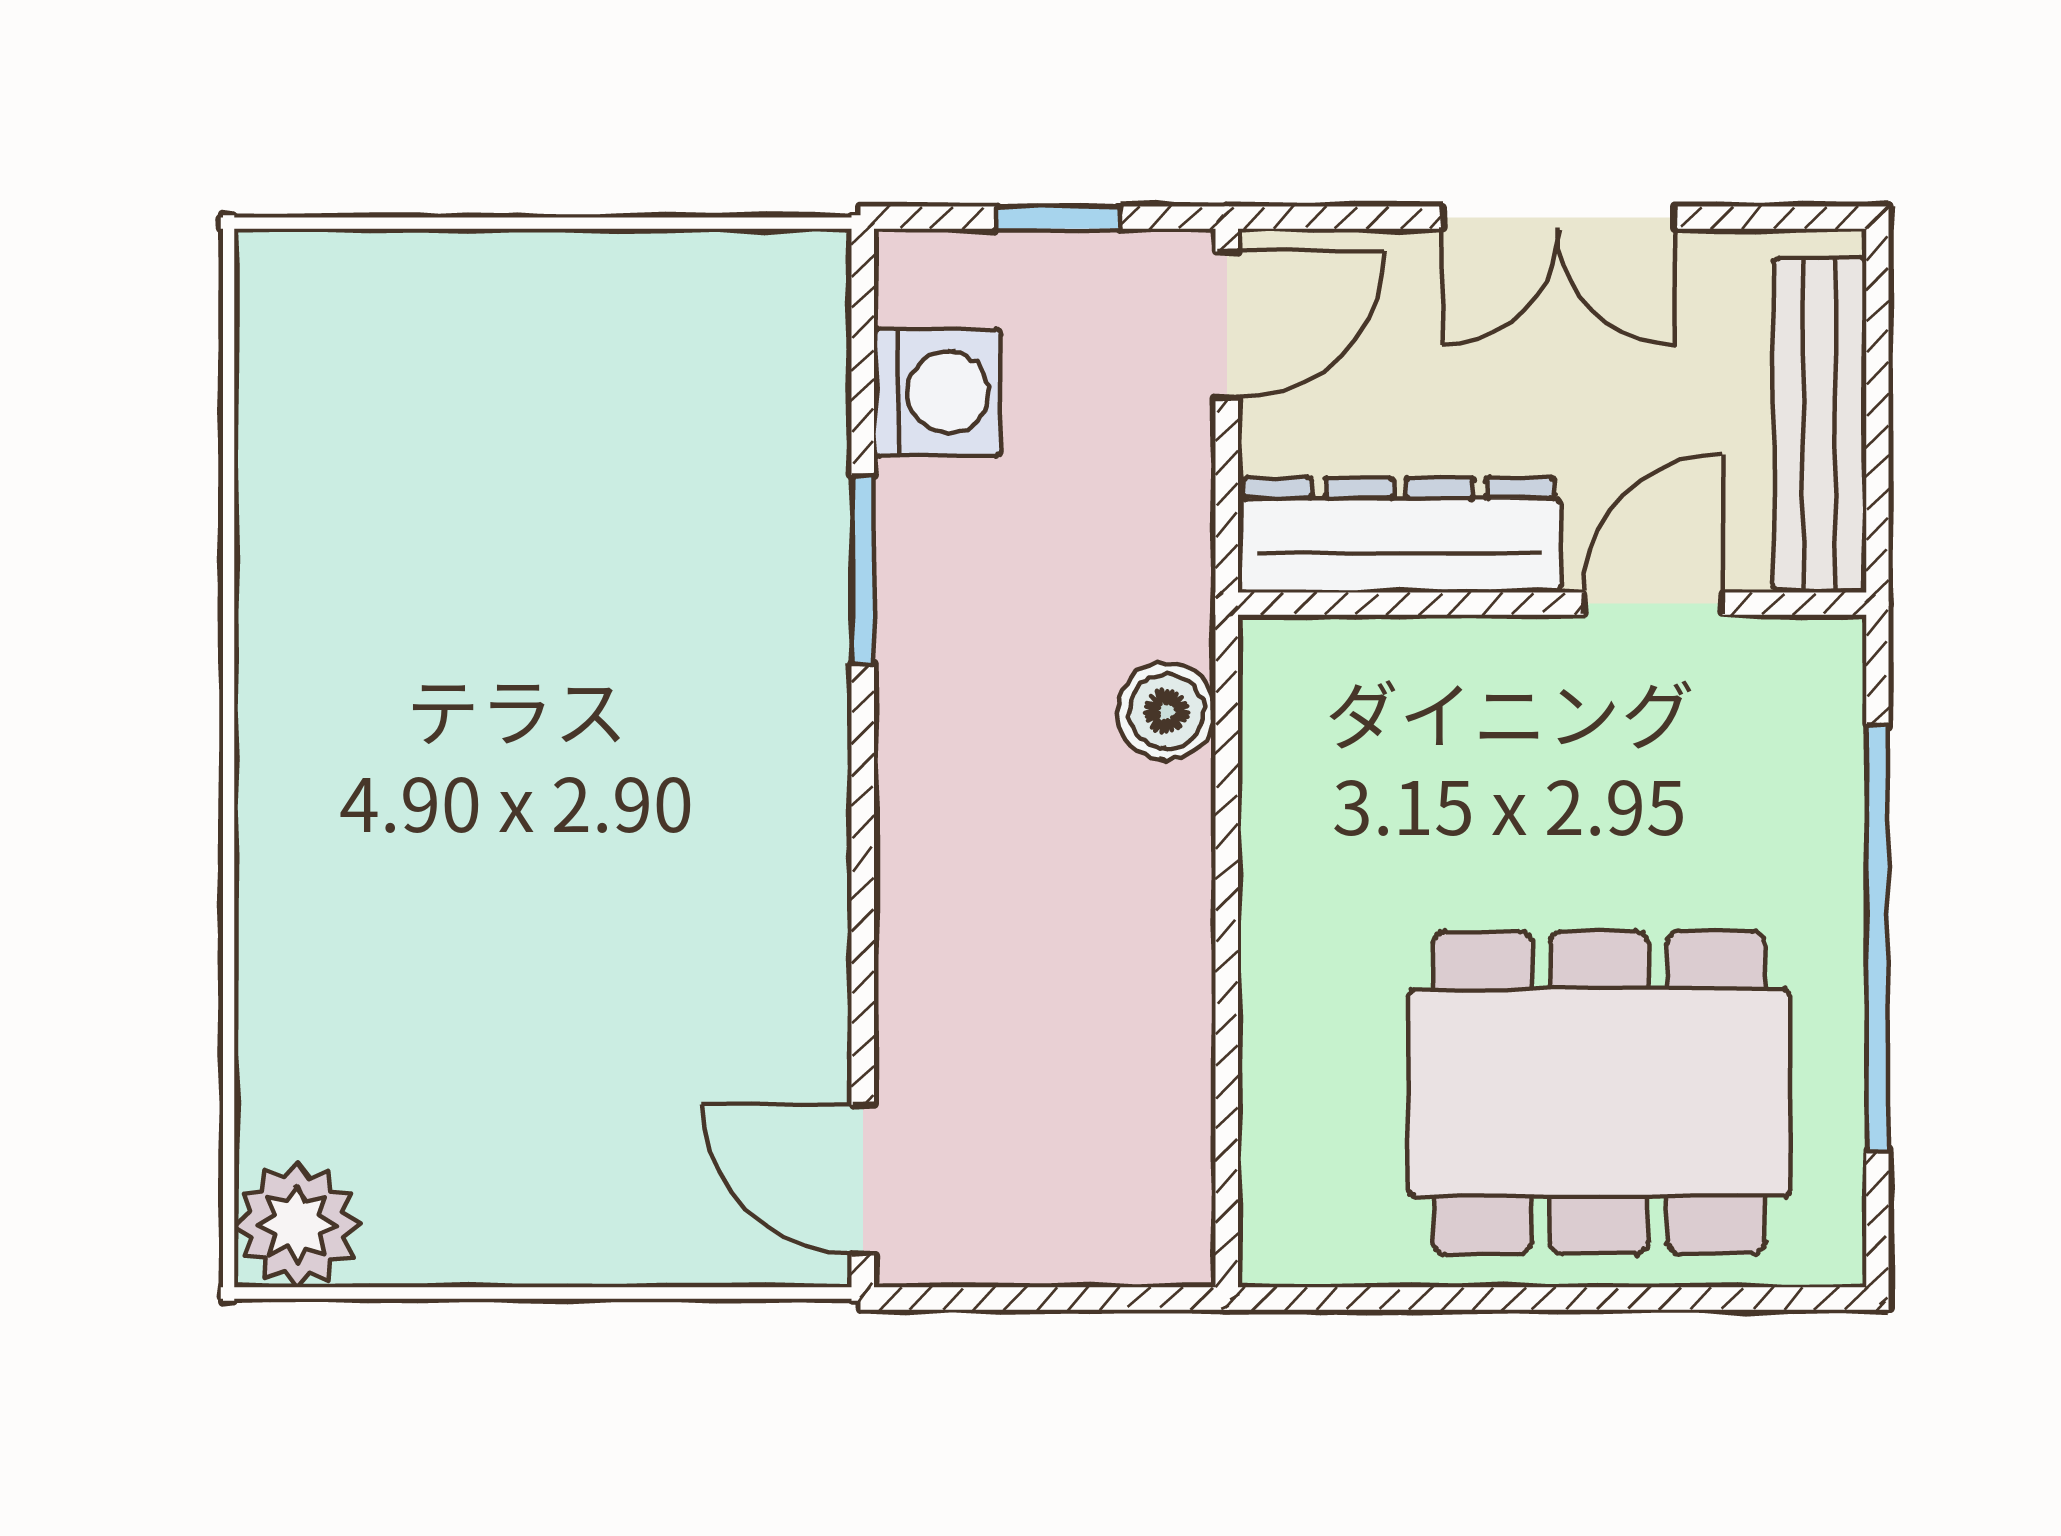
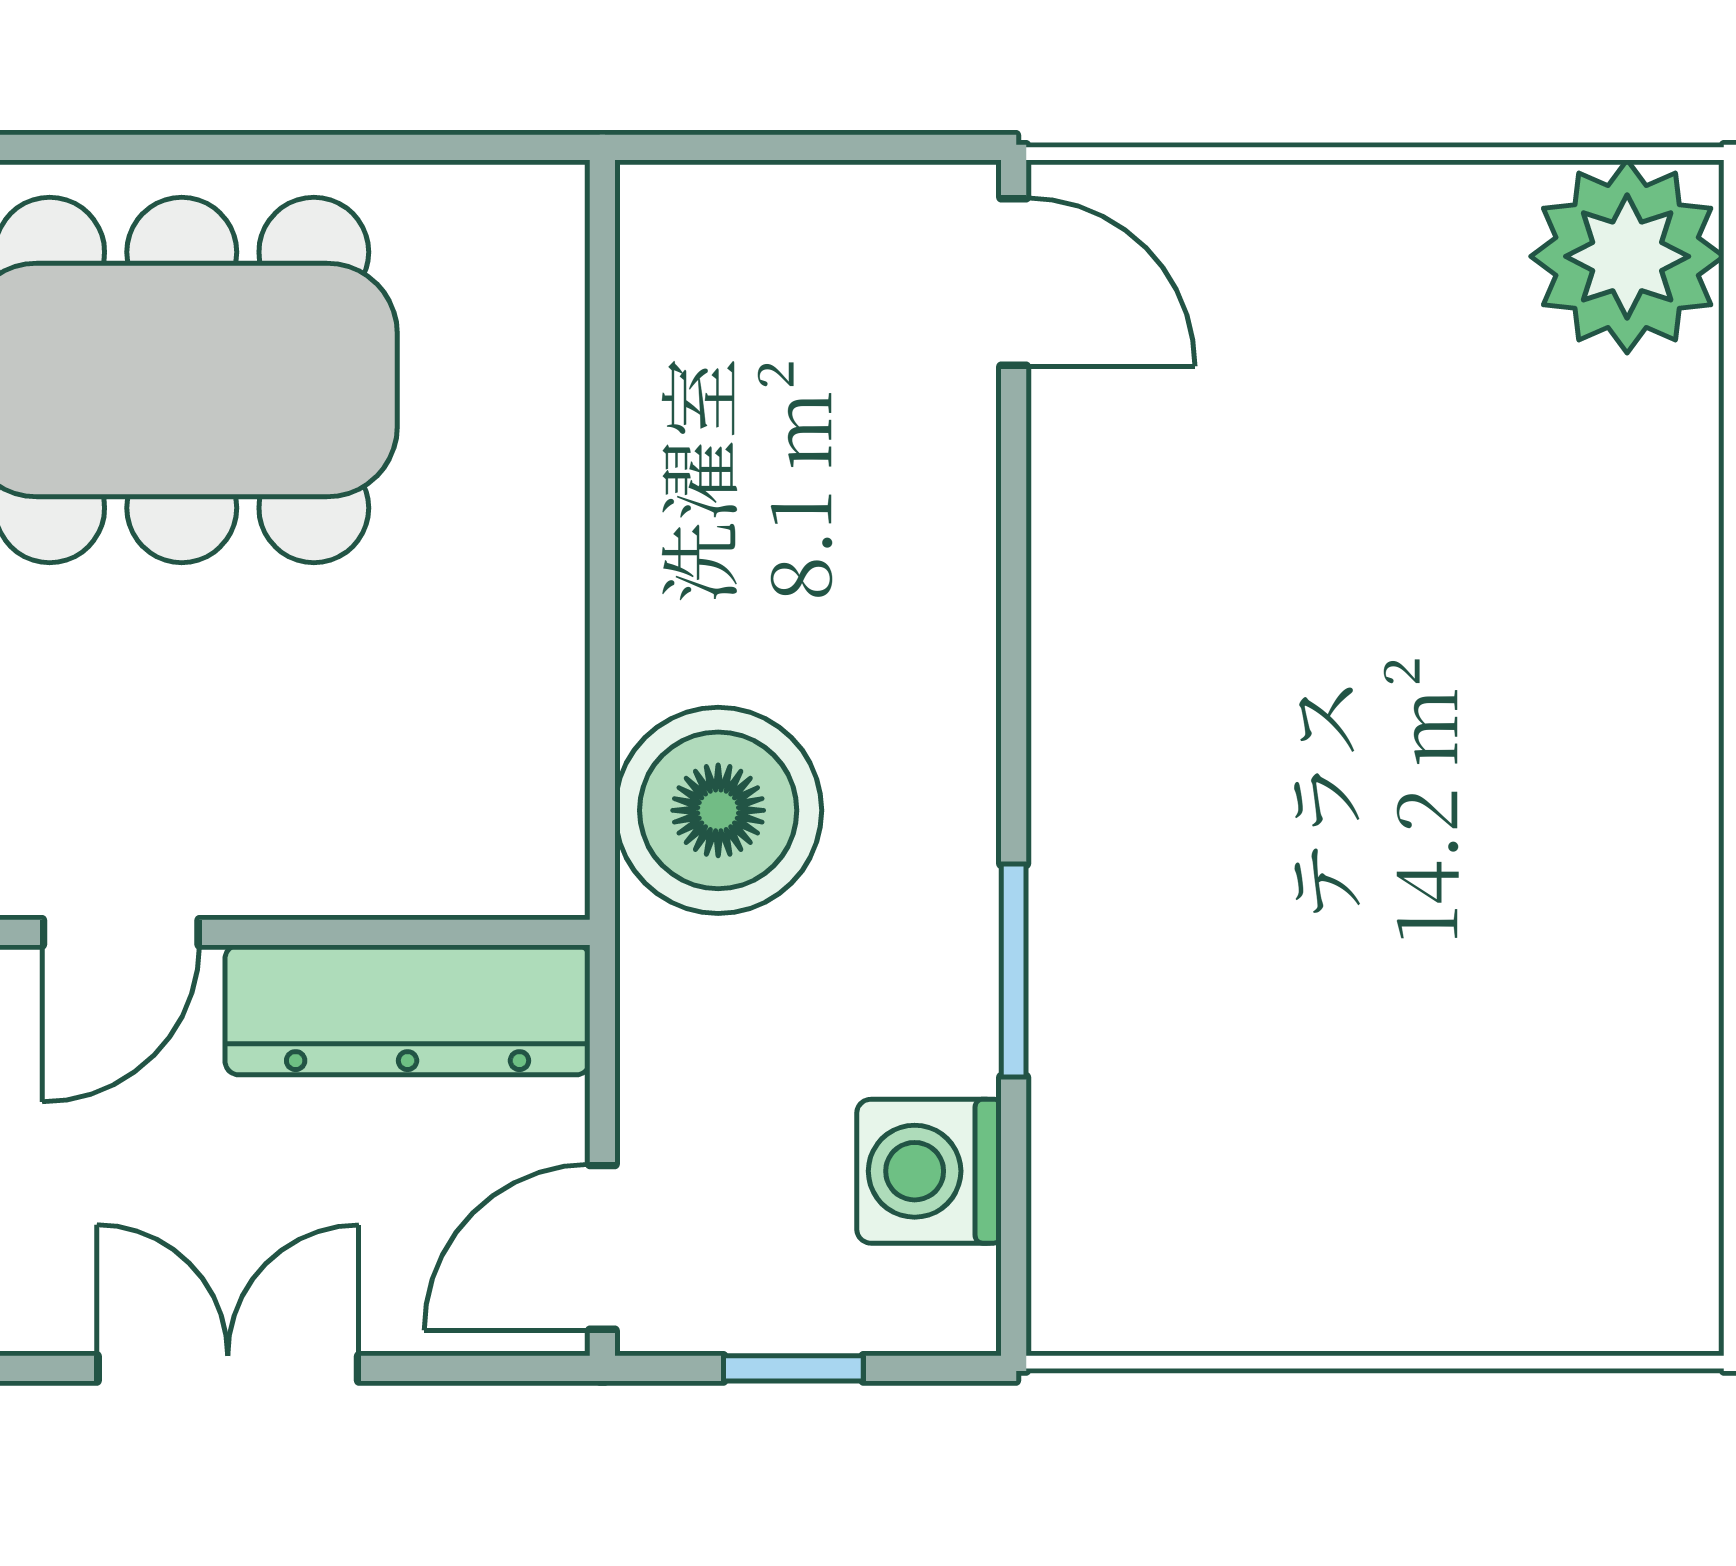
boiler: (1167, 712) -> (718, 810), width x1.86, depth x1.86
plant: (297, 1225) -> (1627, 256), width x1.36, depth x1.36

